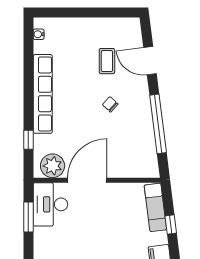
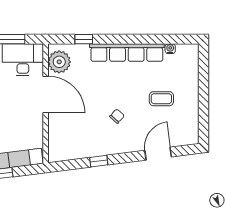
water cooler: (39, 34) -> (170, 49), moved
coffee table: (107, 61) -> (161, 99), moved
window: (158, 124) -> (99, 161), width x0.32

